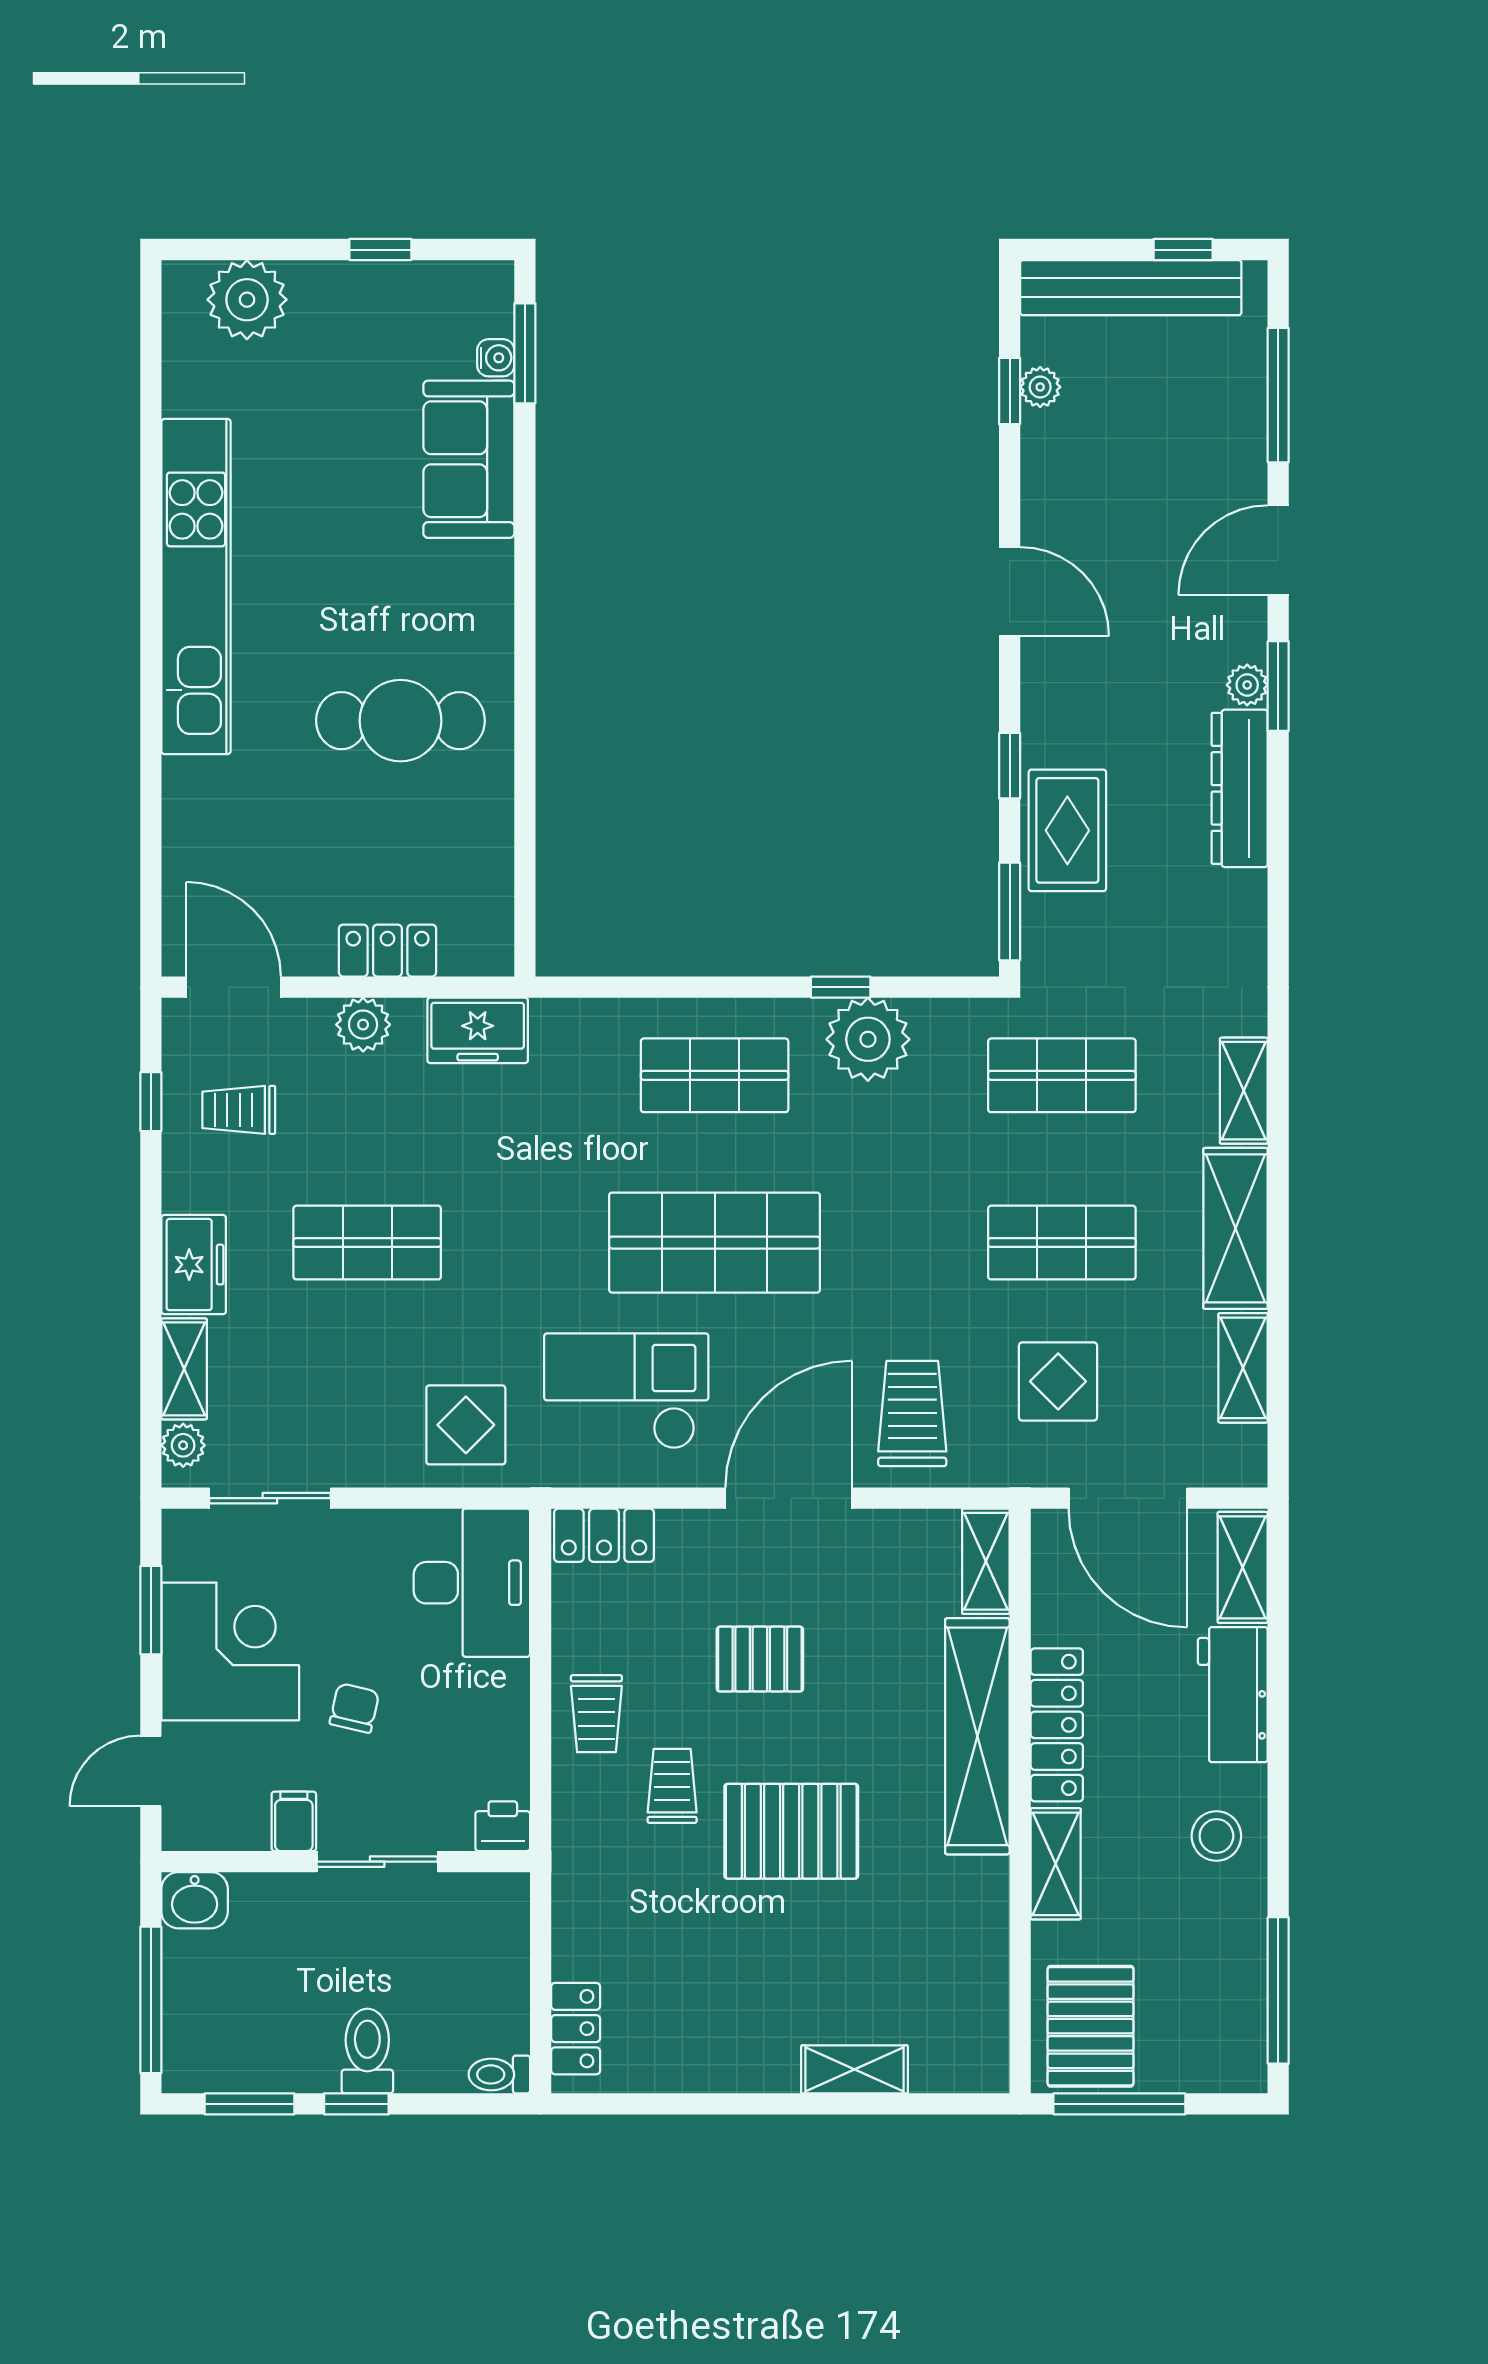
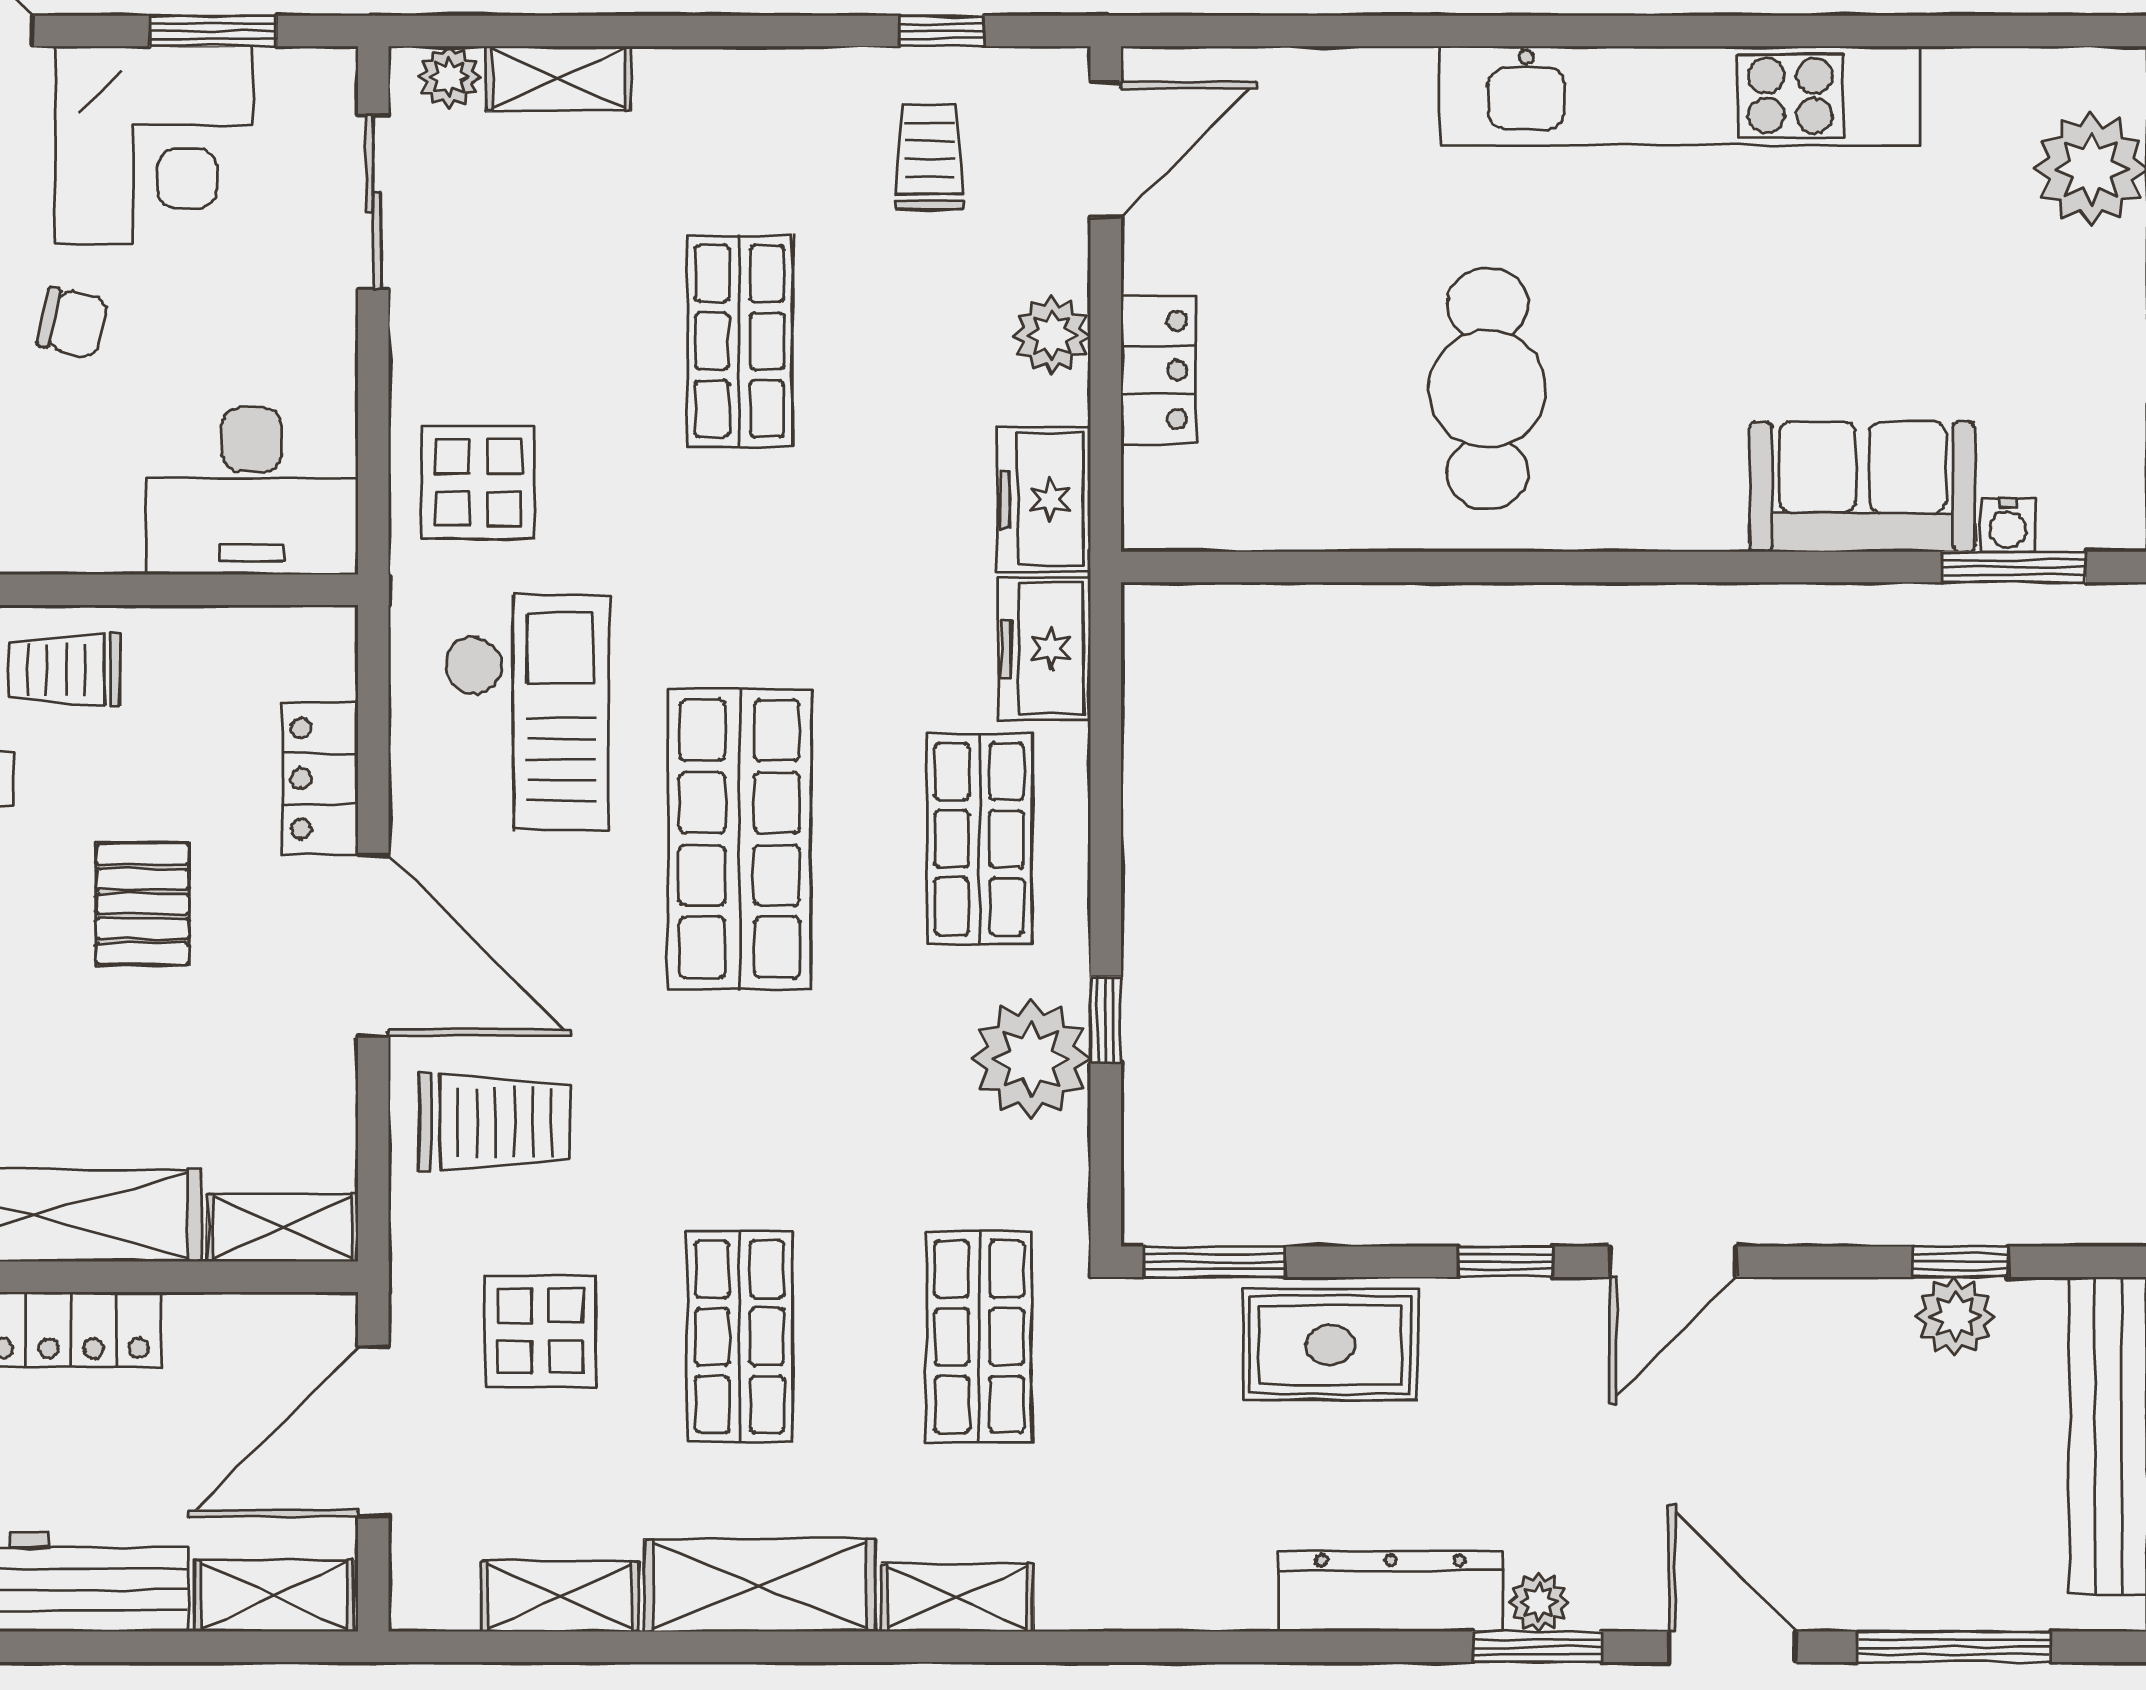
plant: (1040, 387) -> (1955, 1316), width x1.38, depth x1.38
window: (1010, 766) -> (1506, 1262), moved
freezer: (194, 1265) -> (1044, 649), moved, turned 90
locker: (604, 1535) -> (320, 778), moved

